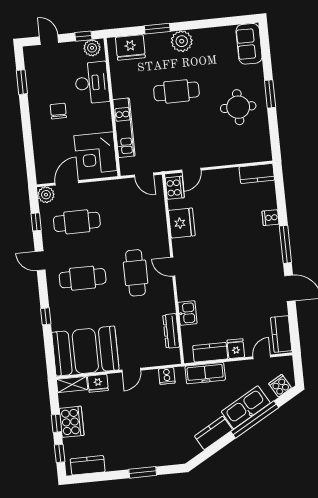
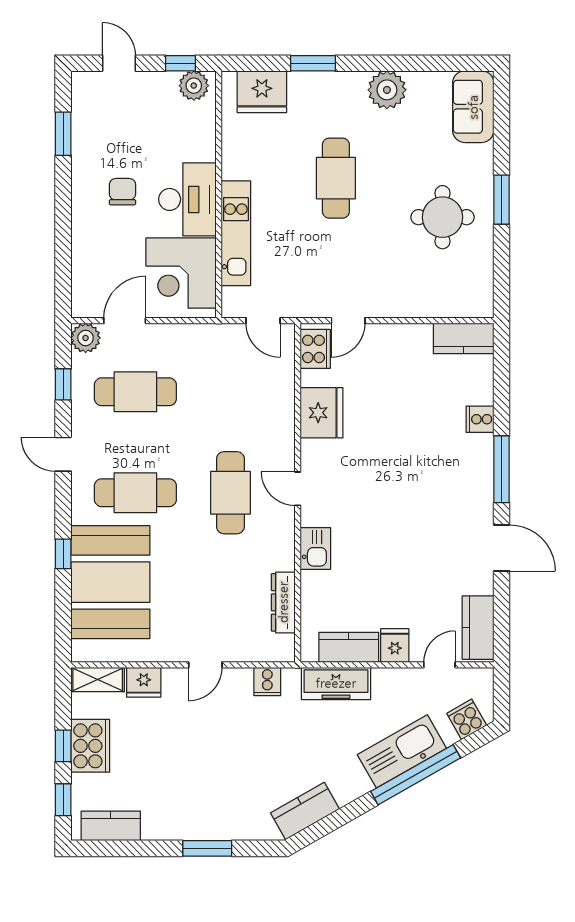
plant: (182, 41) -> (387, 90), moved
desk: (92, 83) -> (187, 199), moved
cafe table: (176, 91) -> (336, 178), turned 90
kitchen sink: (187, 313) -> (315, 548), moved
booth: (85, 351) -> (110, 582), moved, turned 90
kitchen counter: (213, 433) -> (305, 811), moved

